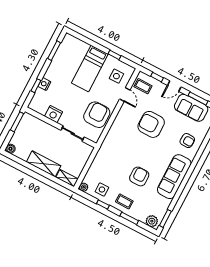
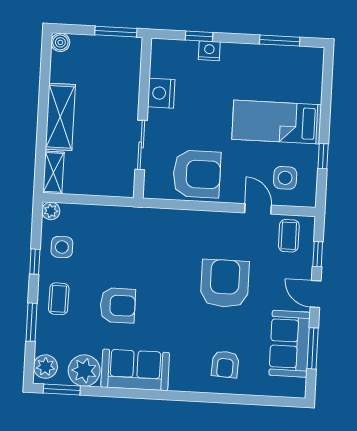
door: (125, 94) -> (258, 209), swing flipped
sofa: (174, 177) -> (135, 370), width x0.73
plant: (161, 205) -> (84, 371), added

